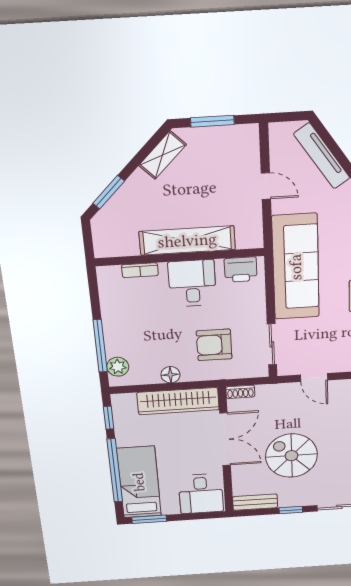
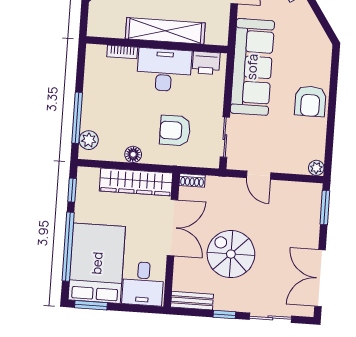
desk: (192, 283) -> (164, 70), width x1.37
bed: (139, 482) -> (97, 263), width x1.50

